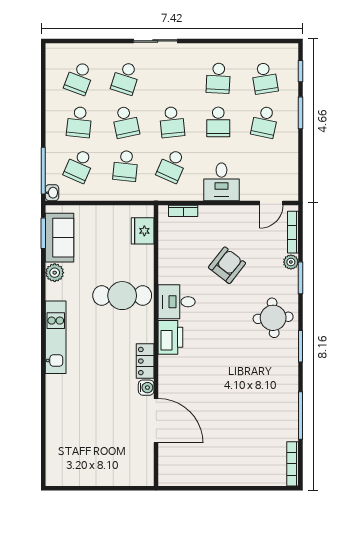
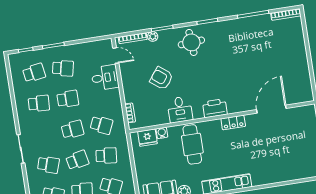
desk: (221, 182) -> (105, 78), moved
desk: (177, 302) -> (180, 110), moved
water cooler: (146, 388) -> (162, 133), moved

